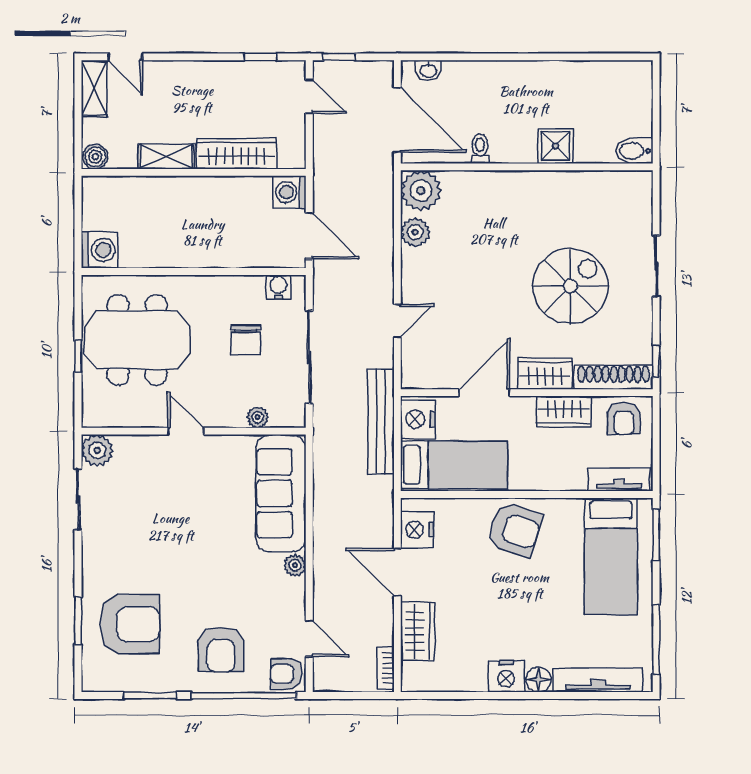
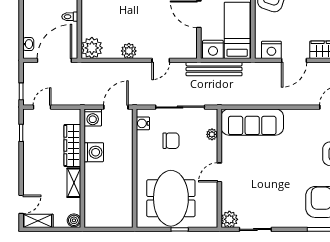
plant: (415, 232) -> (129, 51), moved
washing machine: (100, 250) -> (94, 152), moved, turned 90
door: (397, 321) -> (161, 60), swing flipped
plant: (295, 565) -> (290, 115), removed

